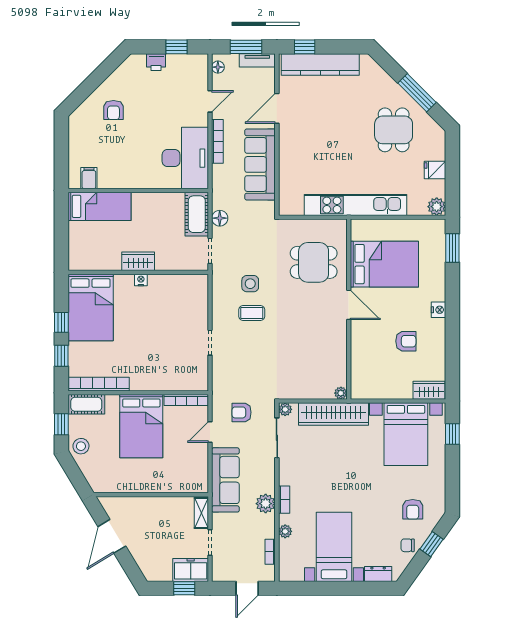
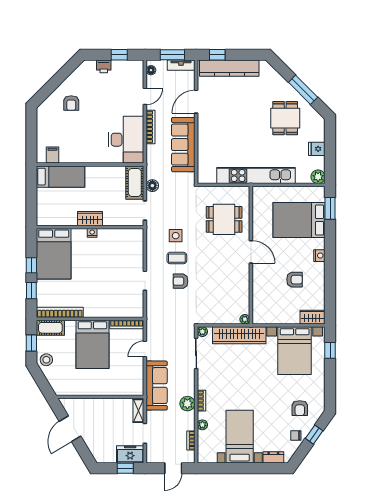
bed: (384, 264) -> (299, 220), moved, turned 180
armchair: (242, 412) -> (180, 281), moved

